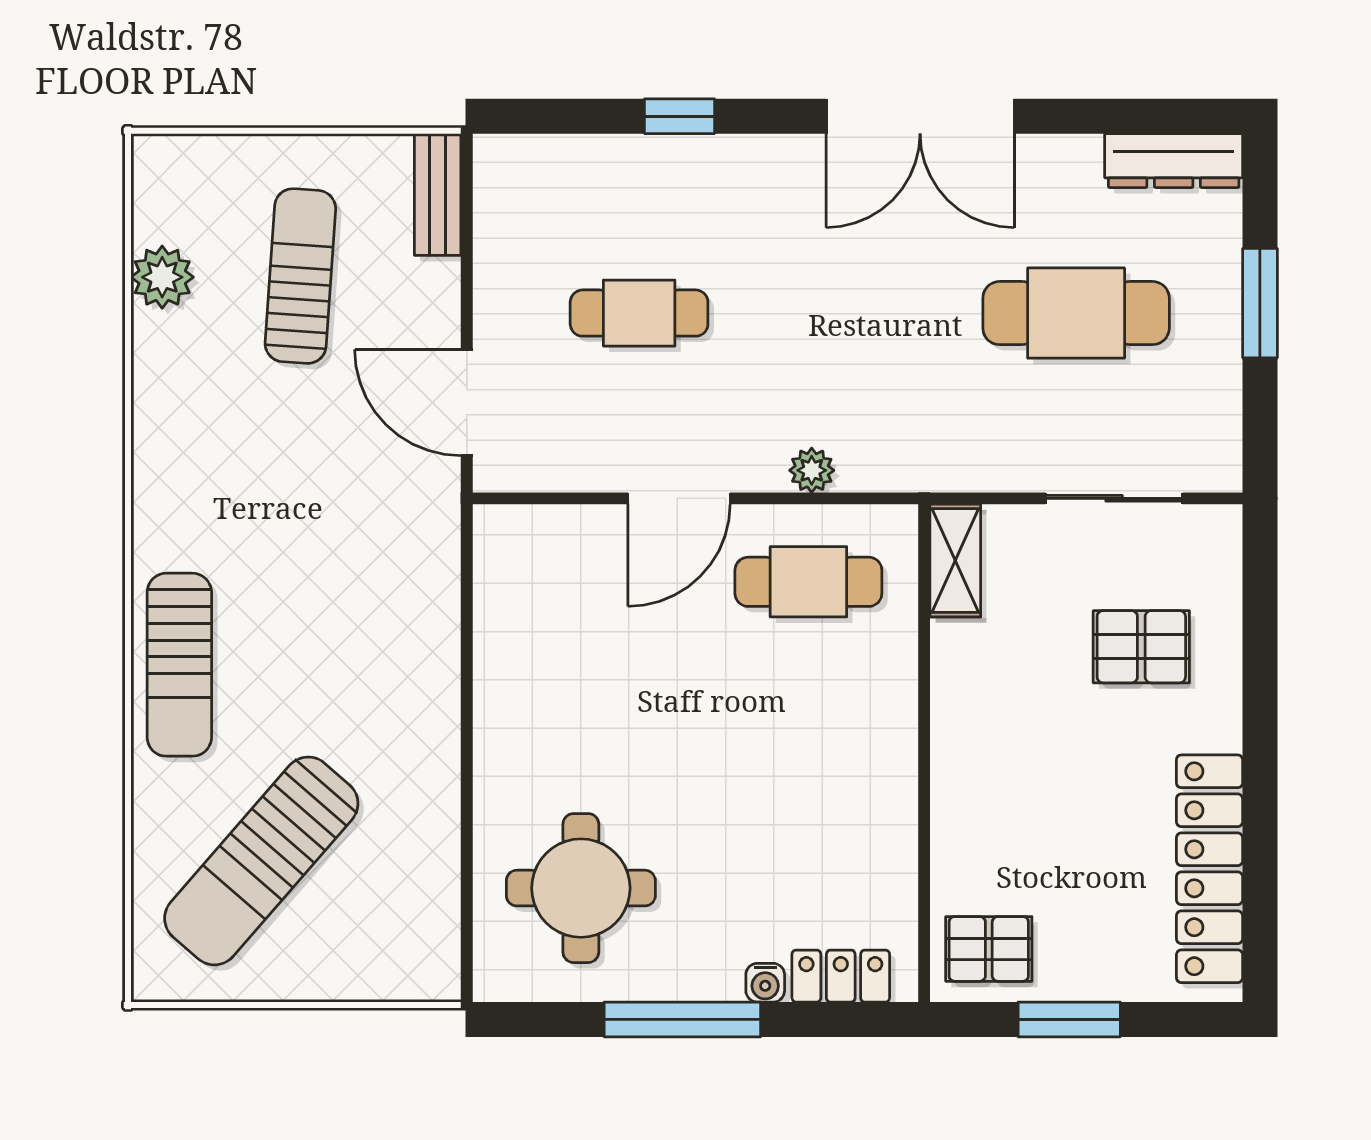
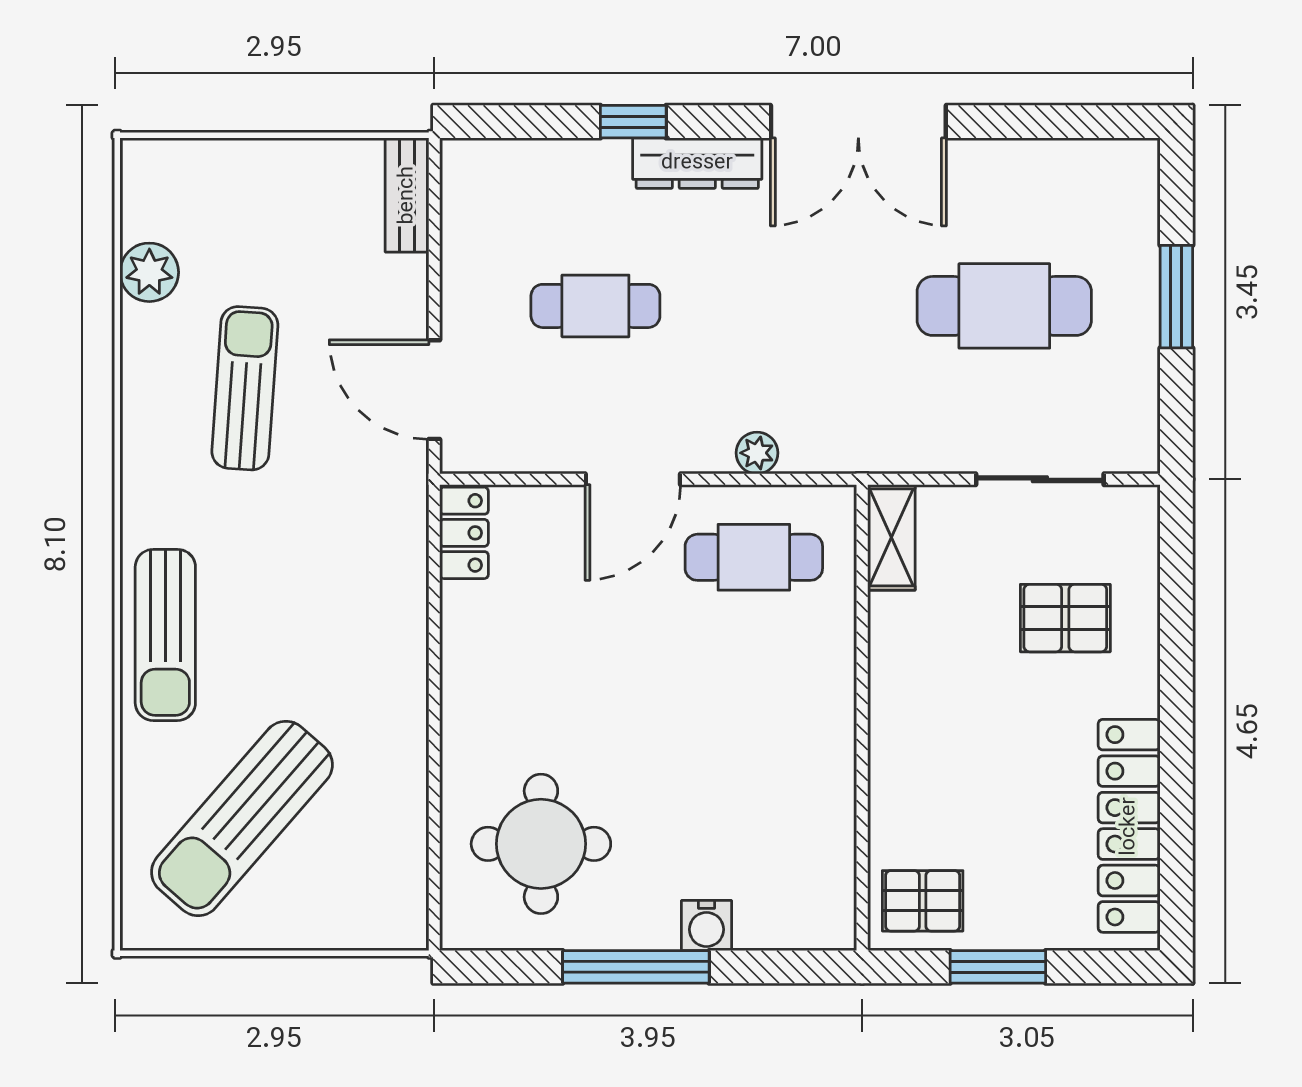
dresser: (1174, 161) -> (697, 163), moved
sun lounger: (300, 276) -> (245, 388), moved
locker: (841, 976) -> (464, 533), moved, turned 90
water cooler: (765, 983) -> (706, 925), width x1.38, depth x1.38

